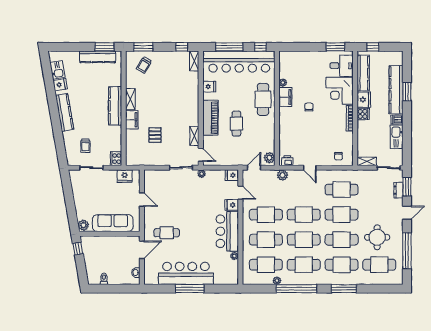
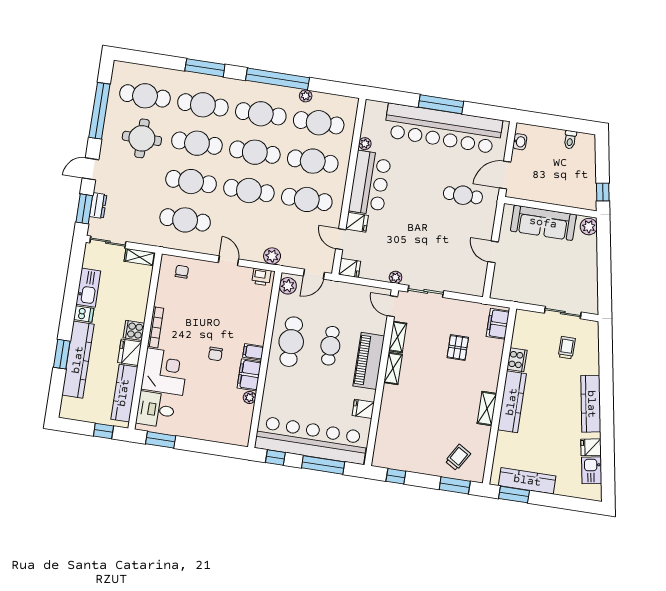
shelving: (194, 61) -> (393, 368), moved
cafe table: (263, 99) -> (291, 342), moved
filing cabinet: (285, 112) -> (253, 352), added
filing cabinet: (132, 120) -> (498, 324), moved
cooker: (116, 159) -> (517, 360), moved
fridge: (125, 176) -> (514, 292), removed
bar counter: (186, 273) -> (443, 128), width x1.36

